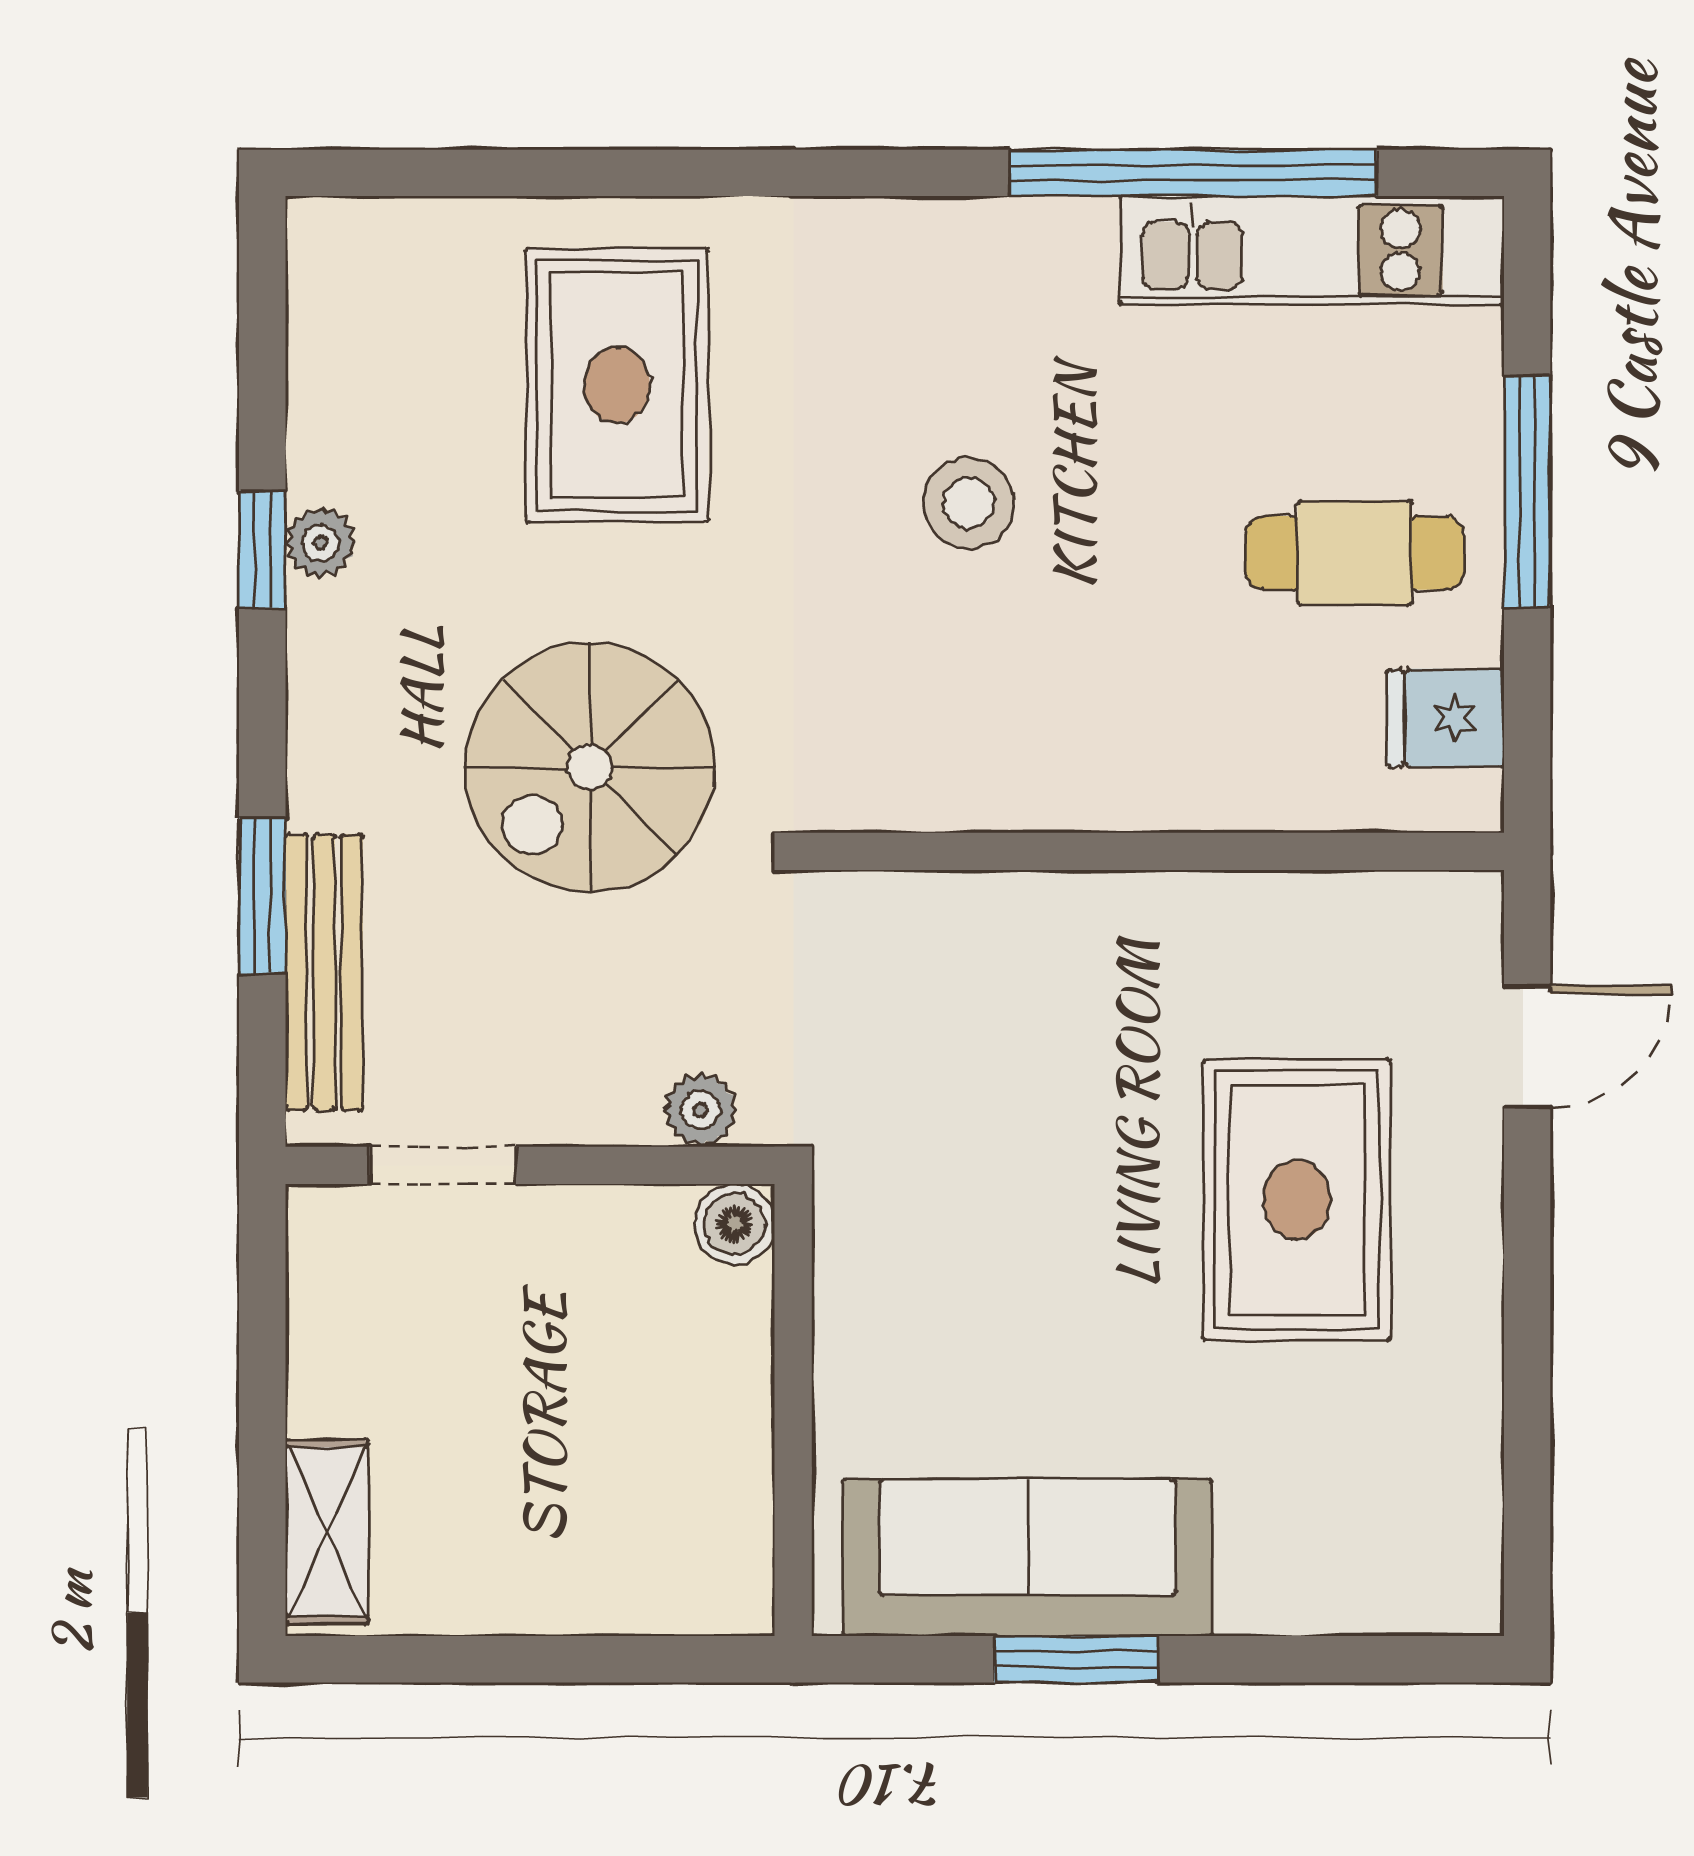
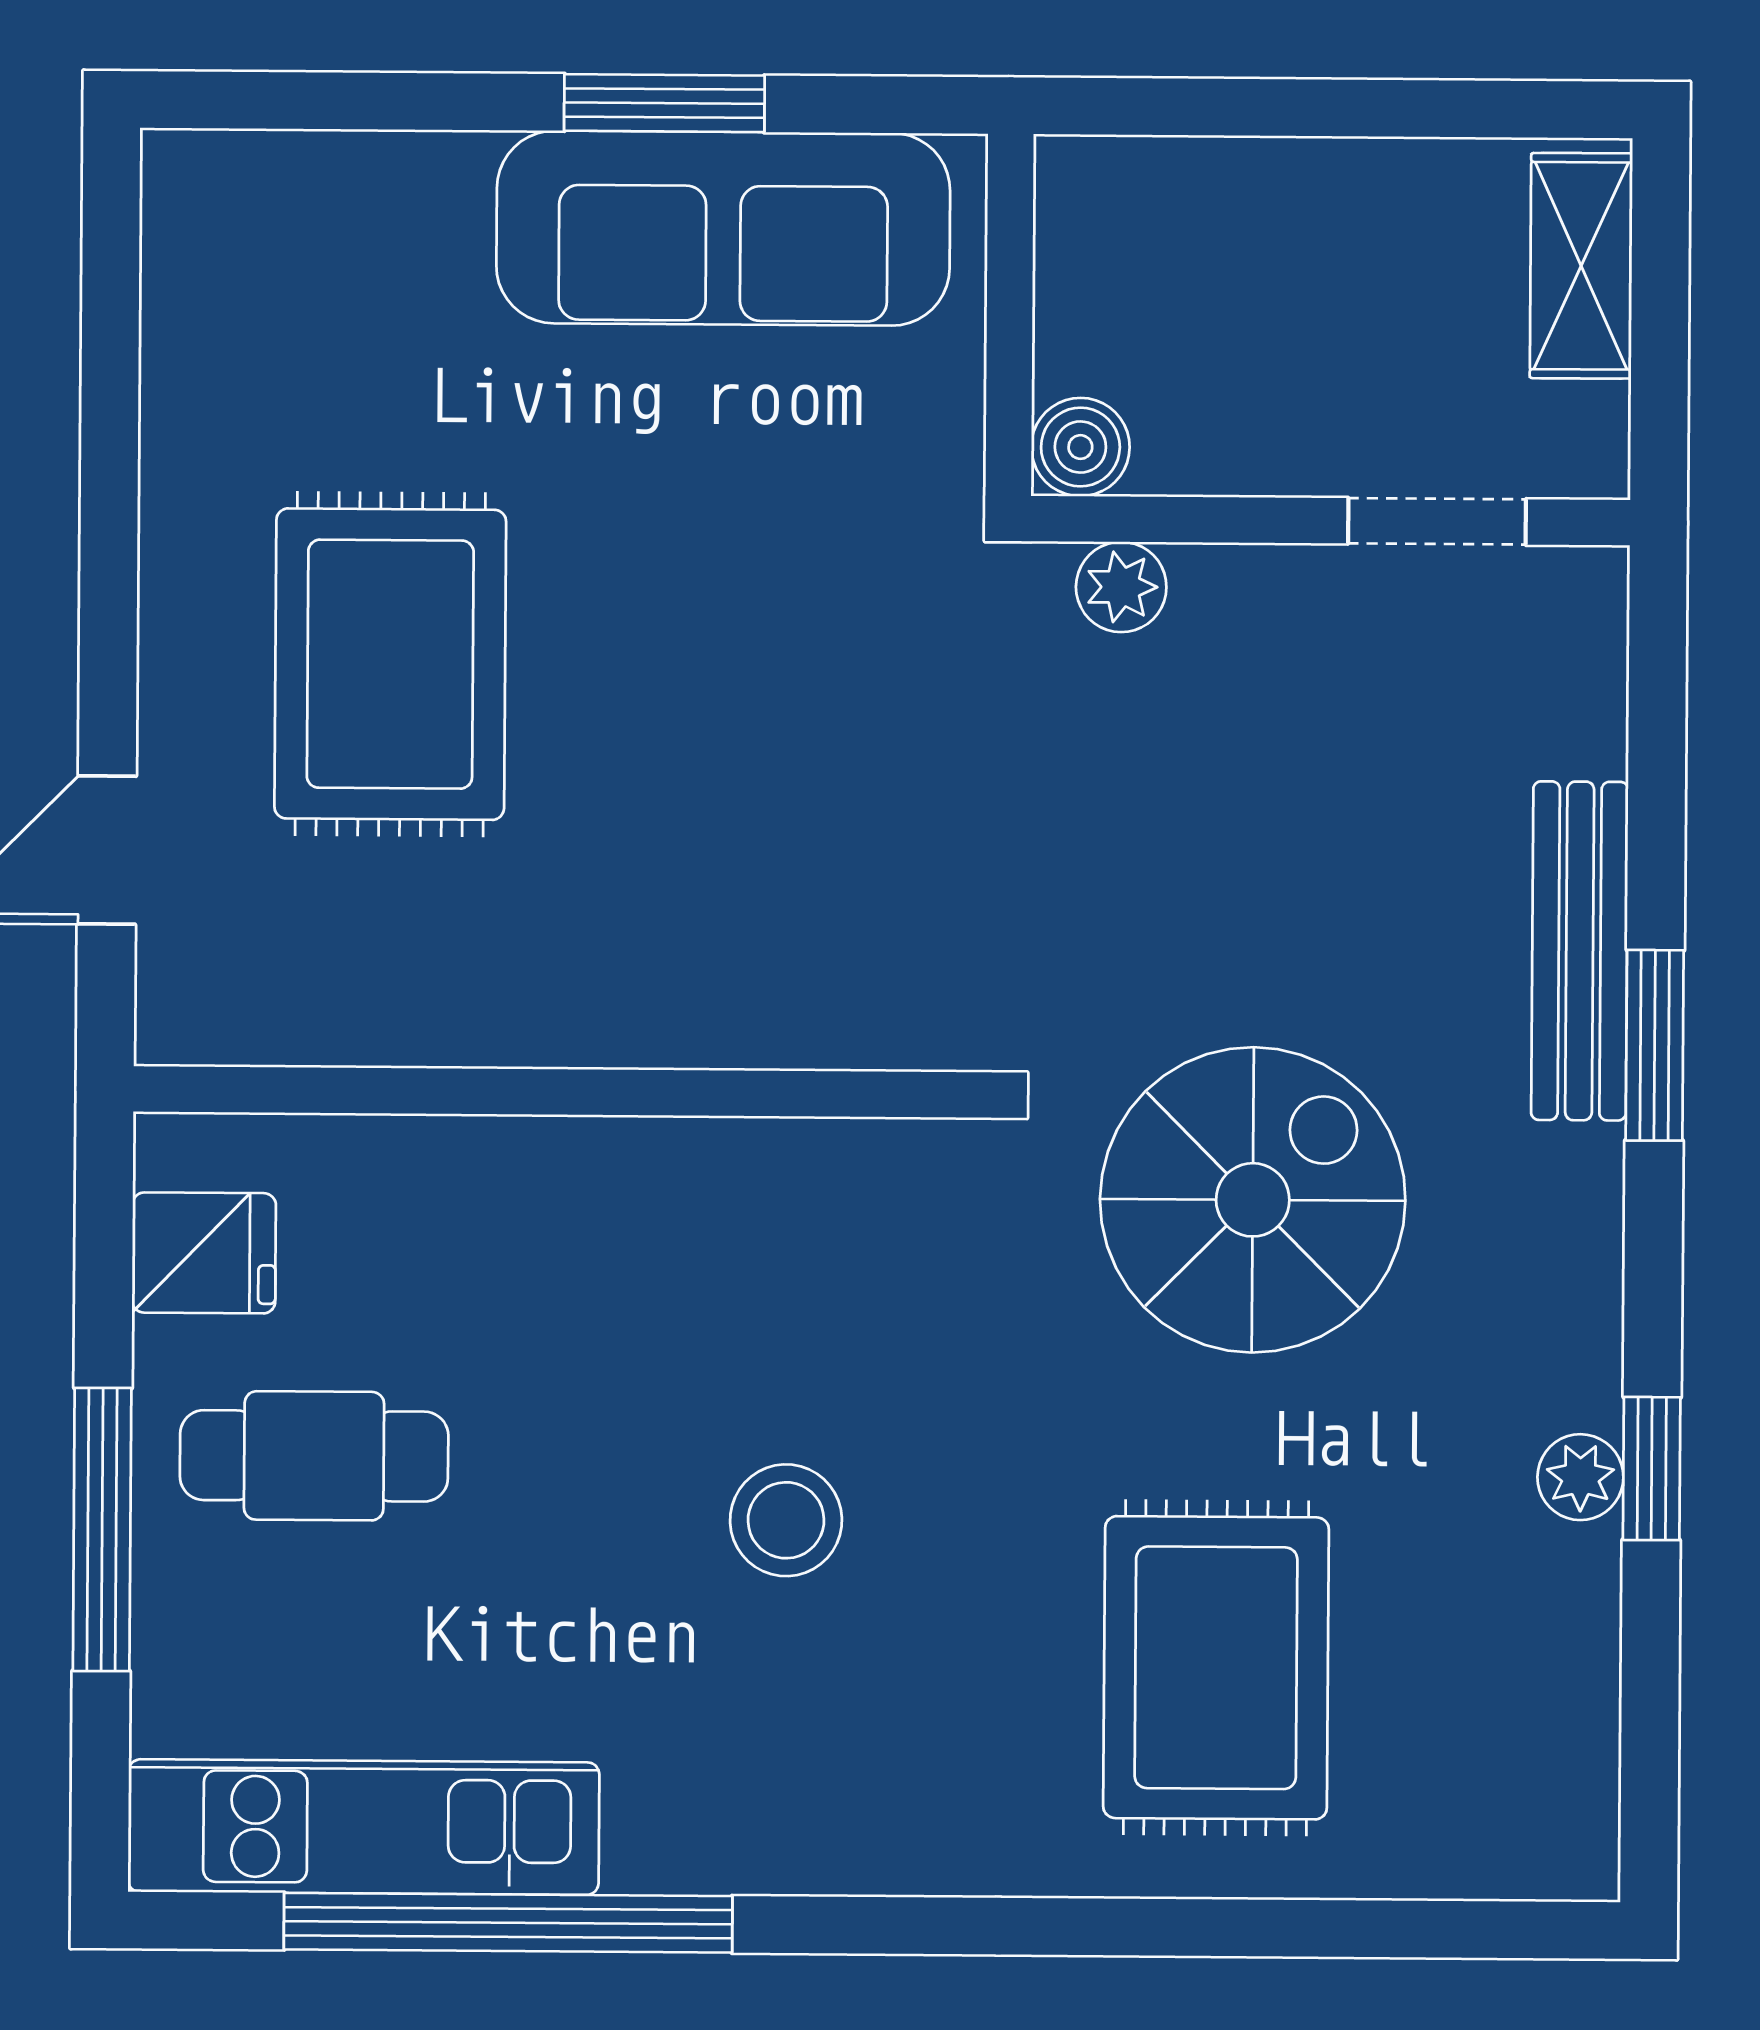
plant: (700, 1110) -> (1121, 587), moved
doorway: (443, 1165) -> (1437, 521), moved
wall: (530, 1165) -> (1330, 521), moved
boiler: (735, 1224) -> (1080, 447), moved

